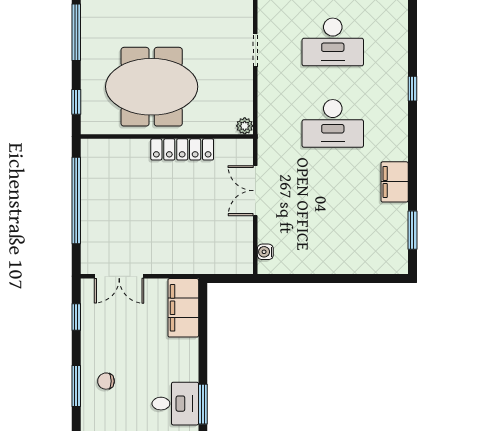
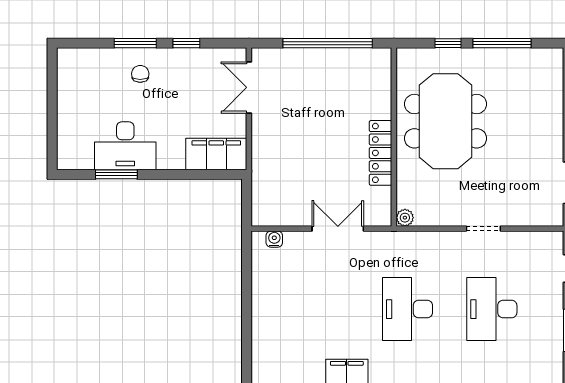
window: (76, 102) -> (448, 43), moved
window: (76, 317) -> (186, 43), moved
desk: (175, 404) -> (125, 146), width x1.37

